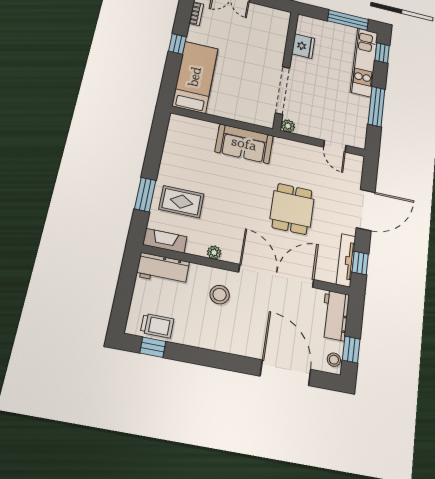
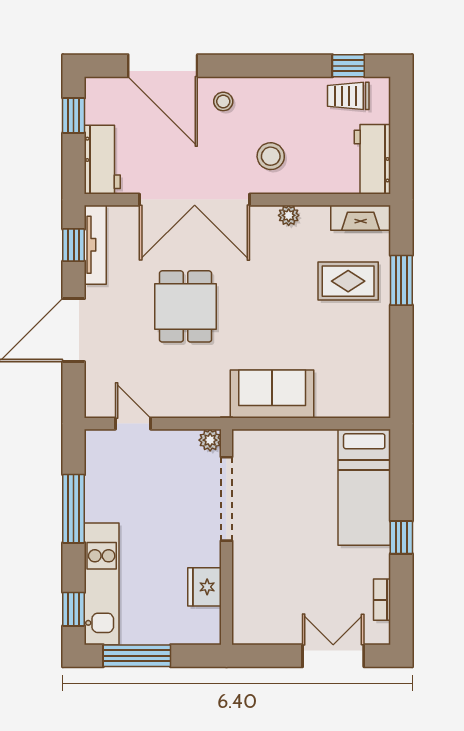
workbench: (163, 269) -> (372, 159), moved, turned -90
stool: (334, 360) -> (223, 101), moved

